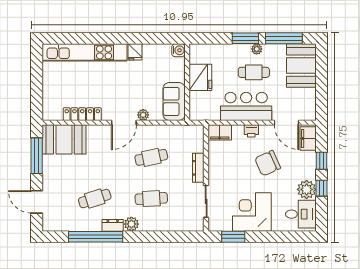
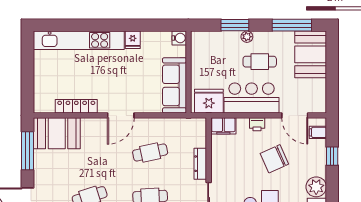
window: (245, 38) -> (235, 25), moved
plant: (257, 49) -> (247, 37), moved
fridge: (200, 77) -> (209, 101), moved, turned -90
sofa: (174, 101) -> (174, 85), width x1.36
plant: (143, 115) -> (141, 107), removed
filing cabinet: (308, 139) -> (318, 132), width x0.50
window: (321, 188) -> (332, 185), removed

